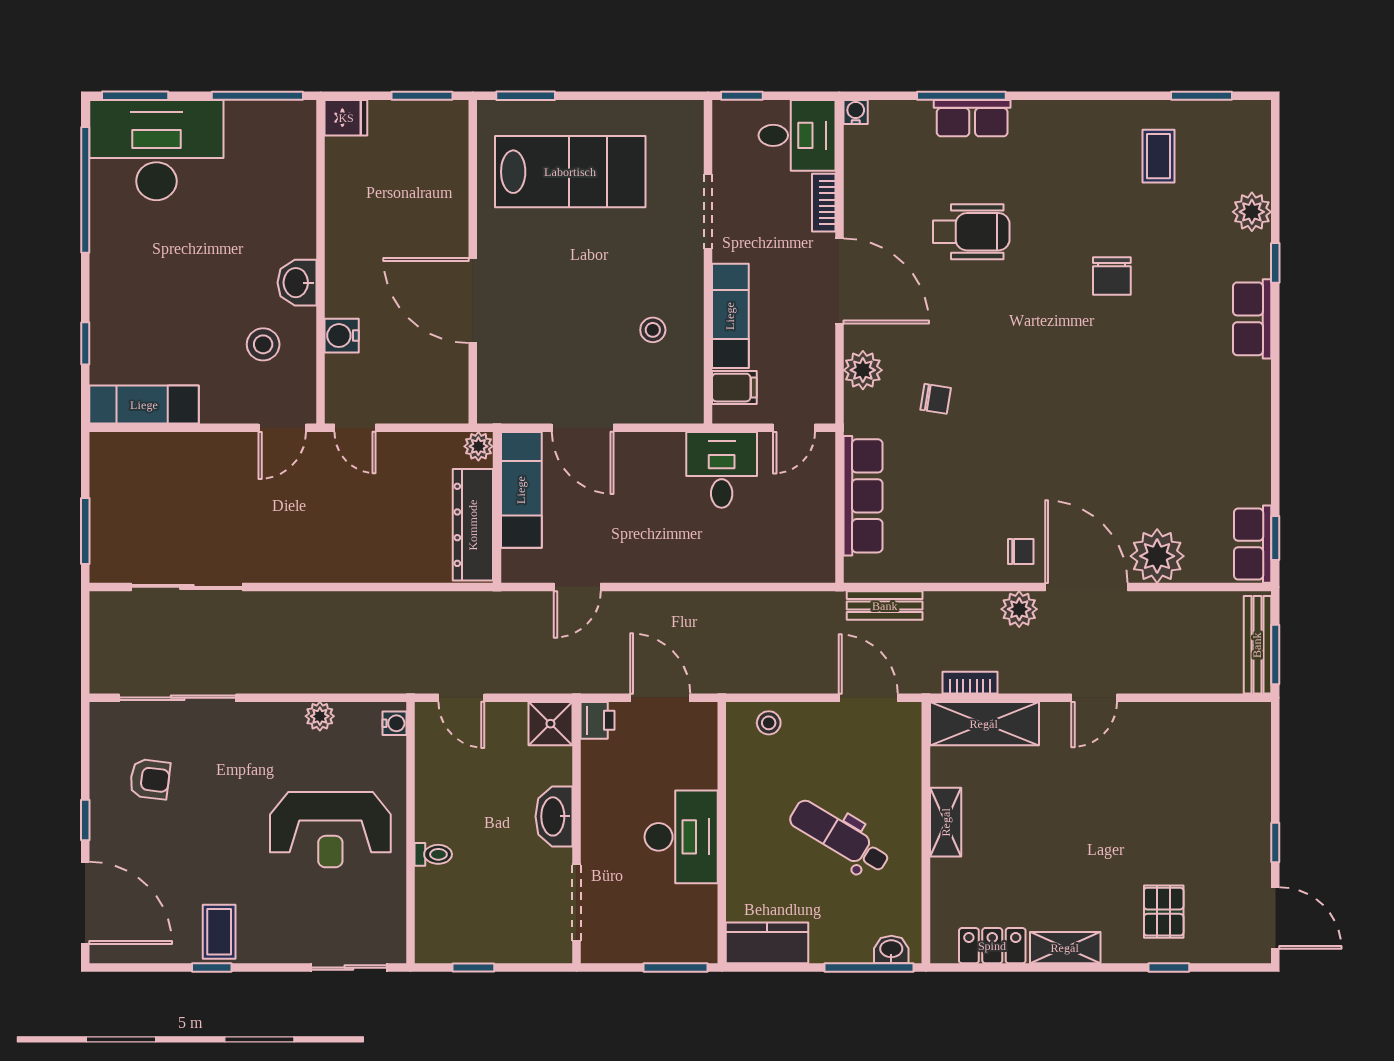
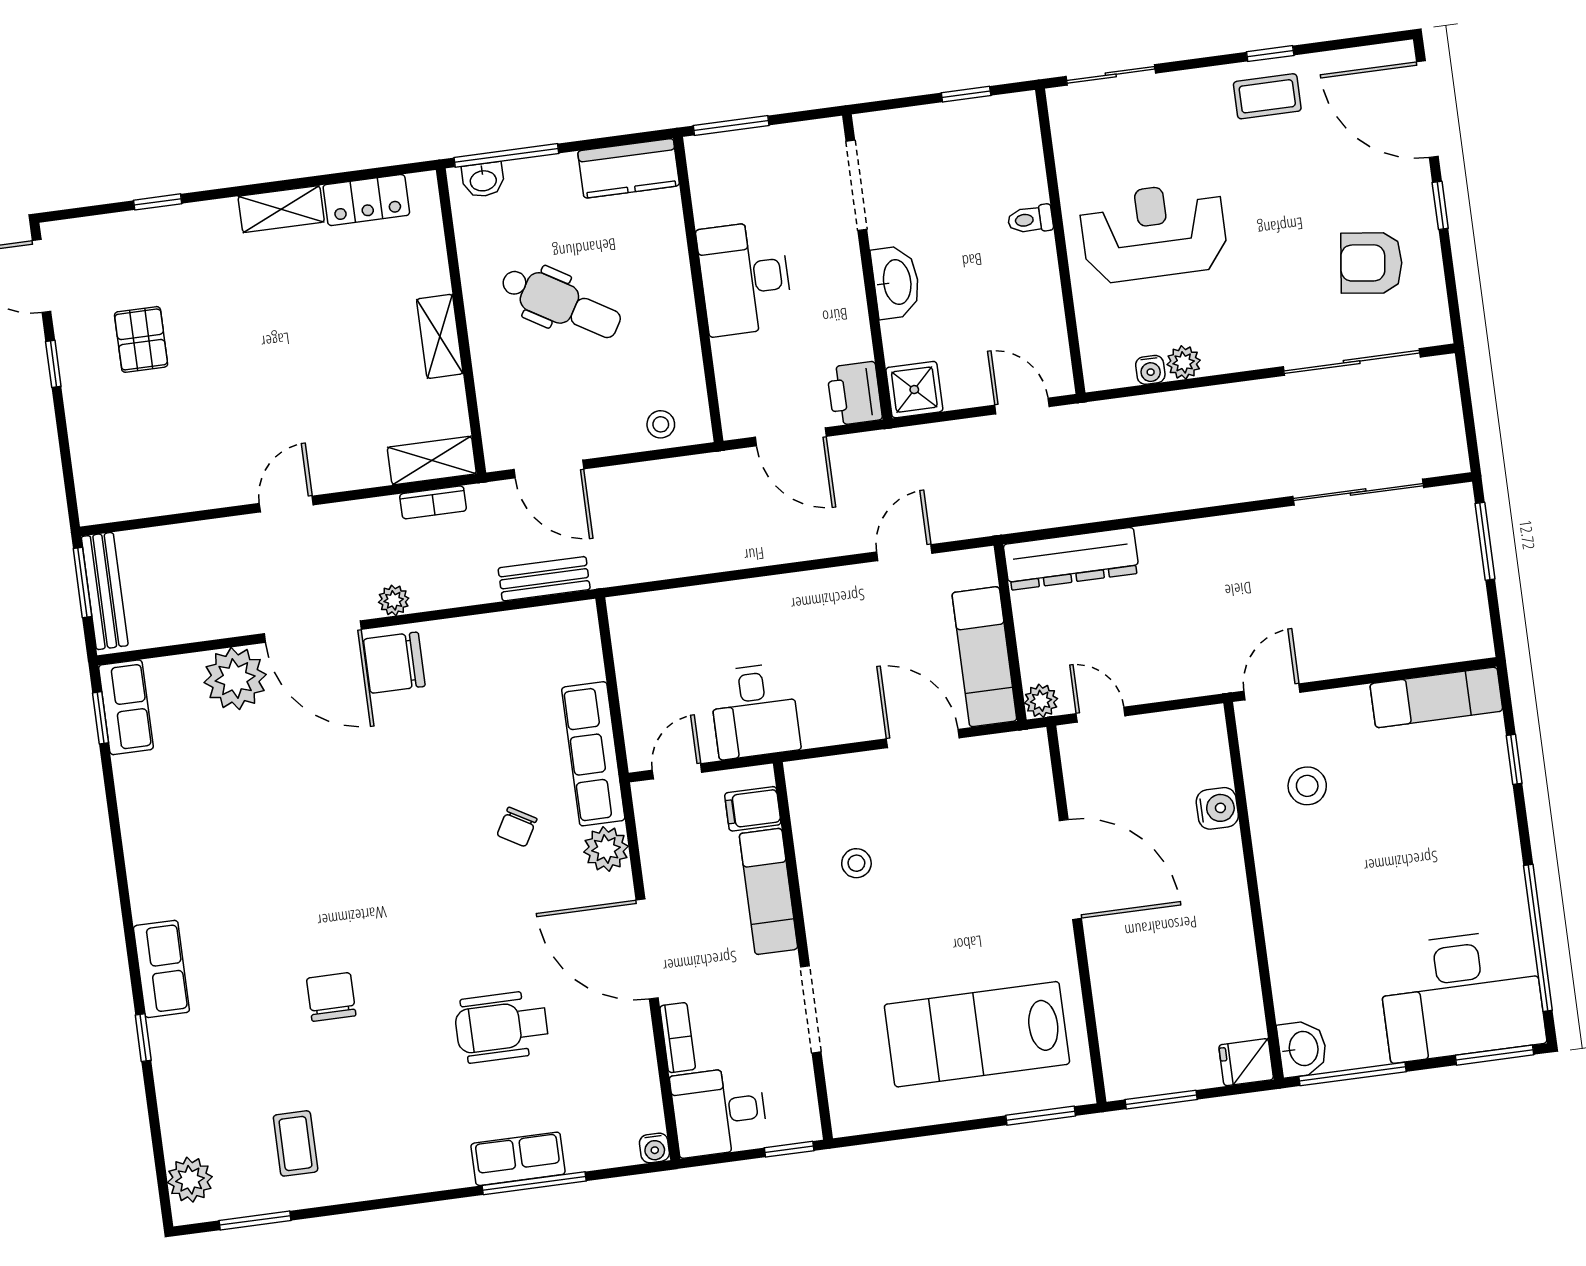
plant: (1252, 212) -> (190, 1180), moved
washbasin: (297, 283) -> (1302, 1049), moved
chair: (936, 399) -> (517, 827), turned -69
door: (355, 428) -> (1101, 715), moved
row of seats: (863, 496) -> (593, 754), moved
dresser: (473, 525) -> (1071, 559), moved, turned 90
chair: (1021, 551) -> (394, 663), width x1.87, depth x1.87
plant: (1019, 609) -> (394, 600), width x0.73, depth x0.73
printer: (597, 720) -> (854, 393), width x1.36, depth x1.24
water cooler: (394, 723) -> (1150, 370), moved, turned -90
shelving: (984, 724) -> (432, 460), width x0.67, depth x0.75
armchair: (150, 779) -> (1371, 263), width x1.38, depth x1.38
pallet: (1164, 912) -> (141, 339), moved
coffee table: (219, 932) -> (1267, 96), turned 90

